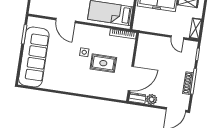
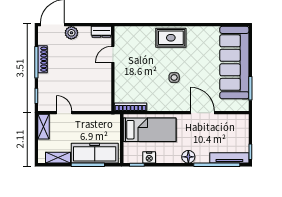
rug: (103, 63) -> (171, 38), moved
door: (131, 78) -> (113, 54), width x0.53
plant: (152, 99) -> (71, 33), moved

